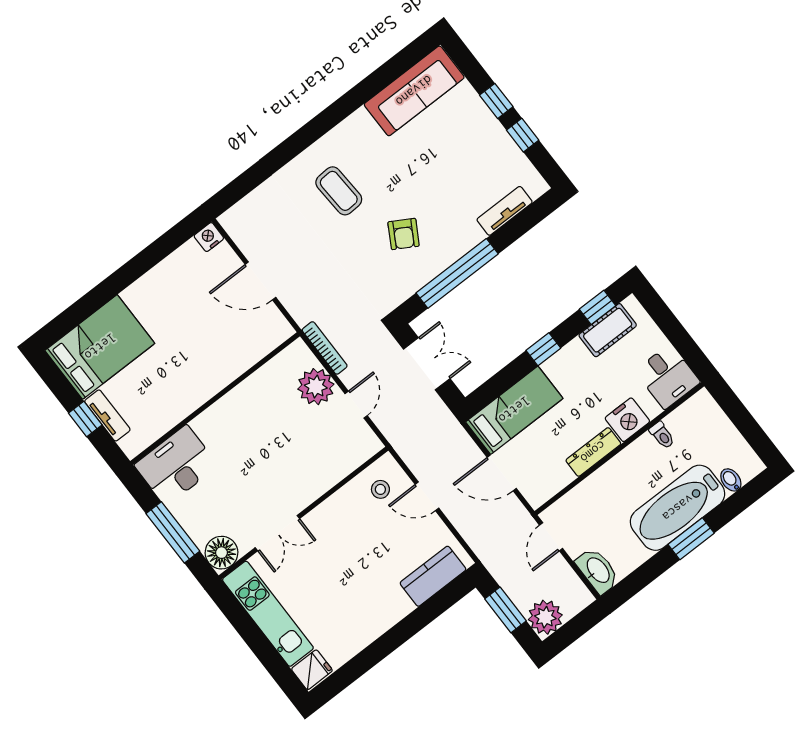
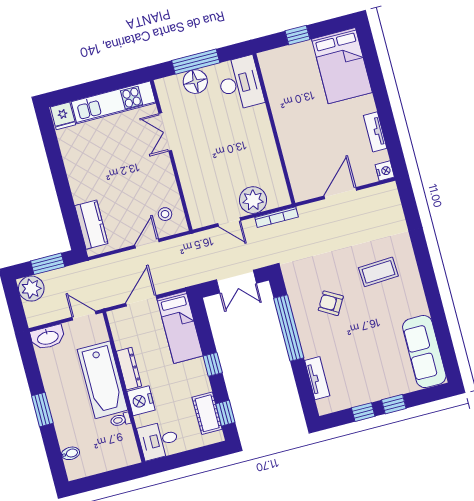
tv unit: (107, 415) -> (375, 132), moved, turned 90
bathtub: (678, 508) -> (103, 380), moved, turned 180
floor lamp: (222, 553) -> (195, 82), moved

